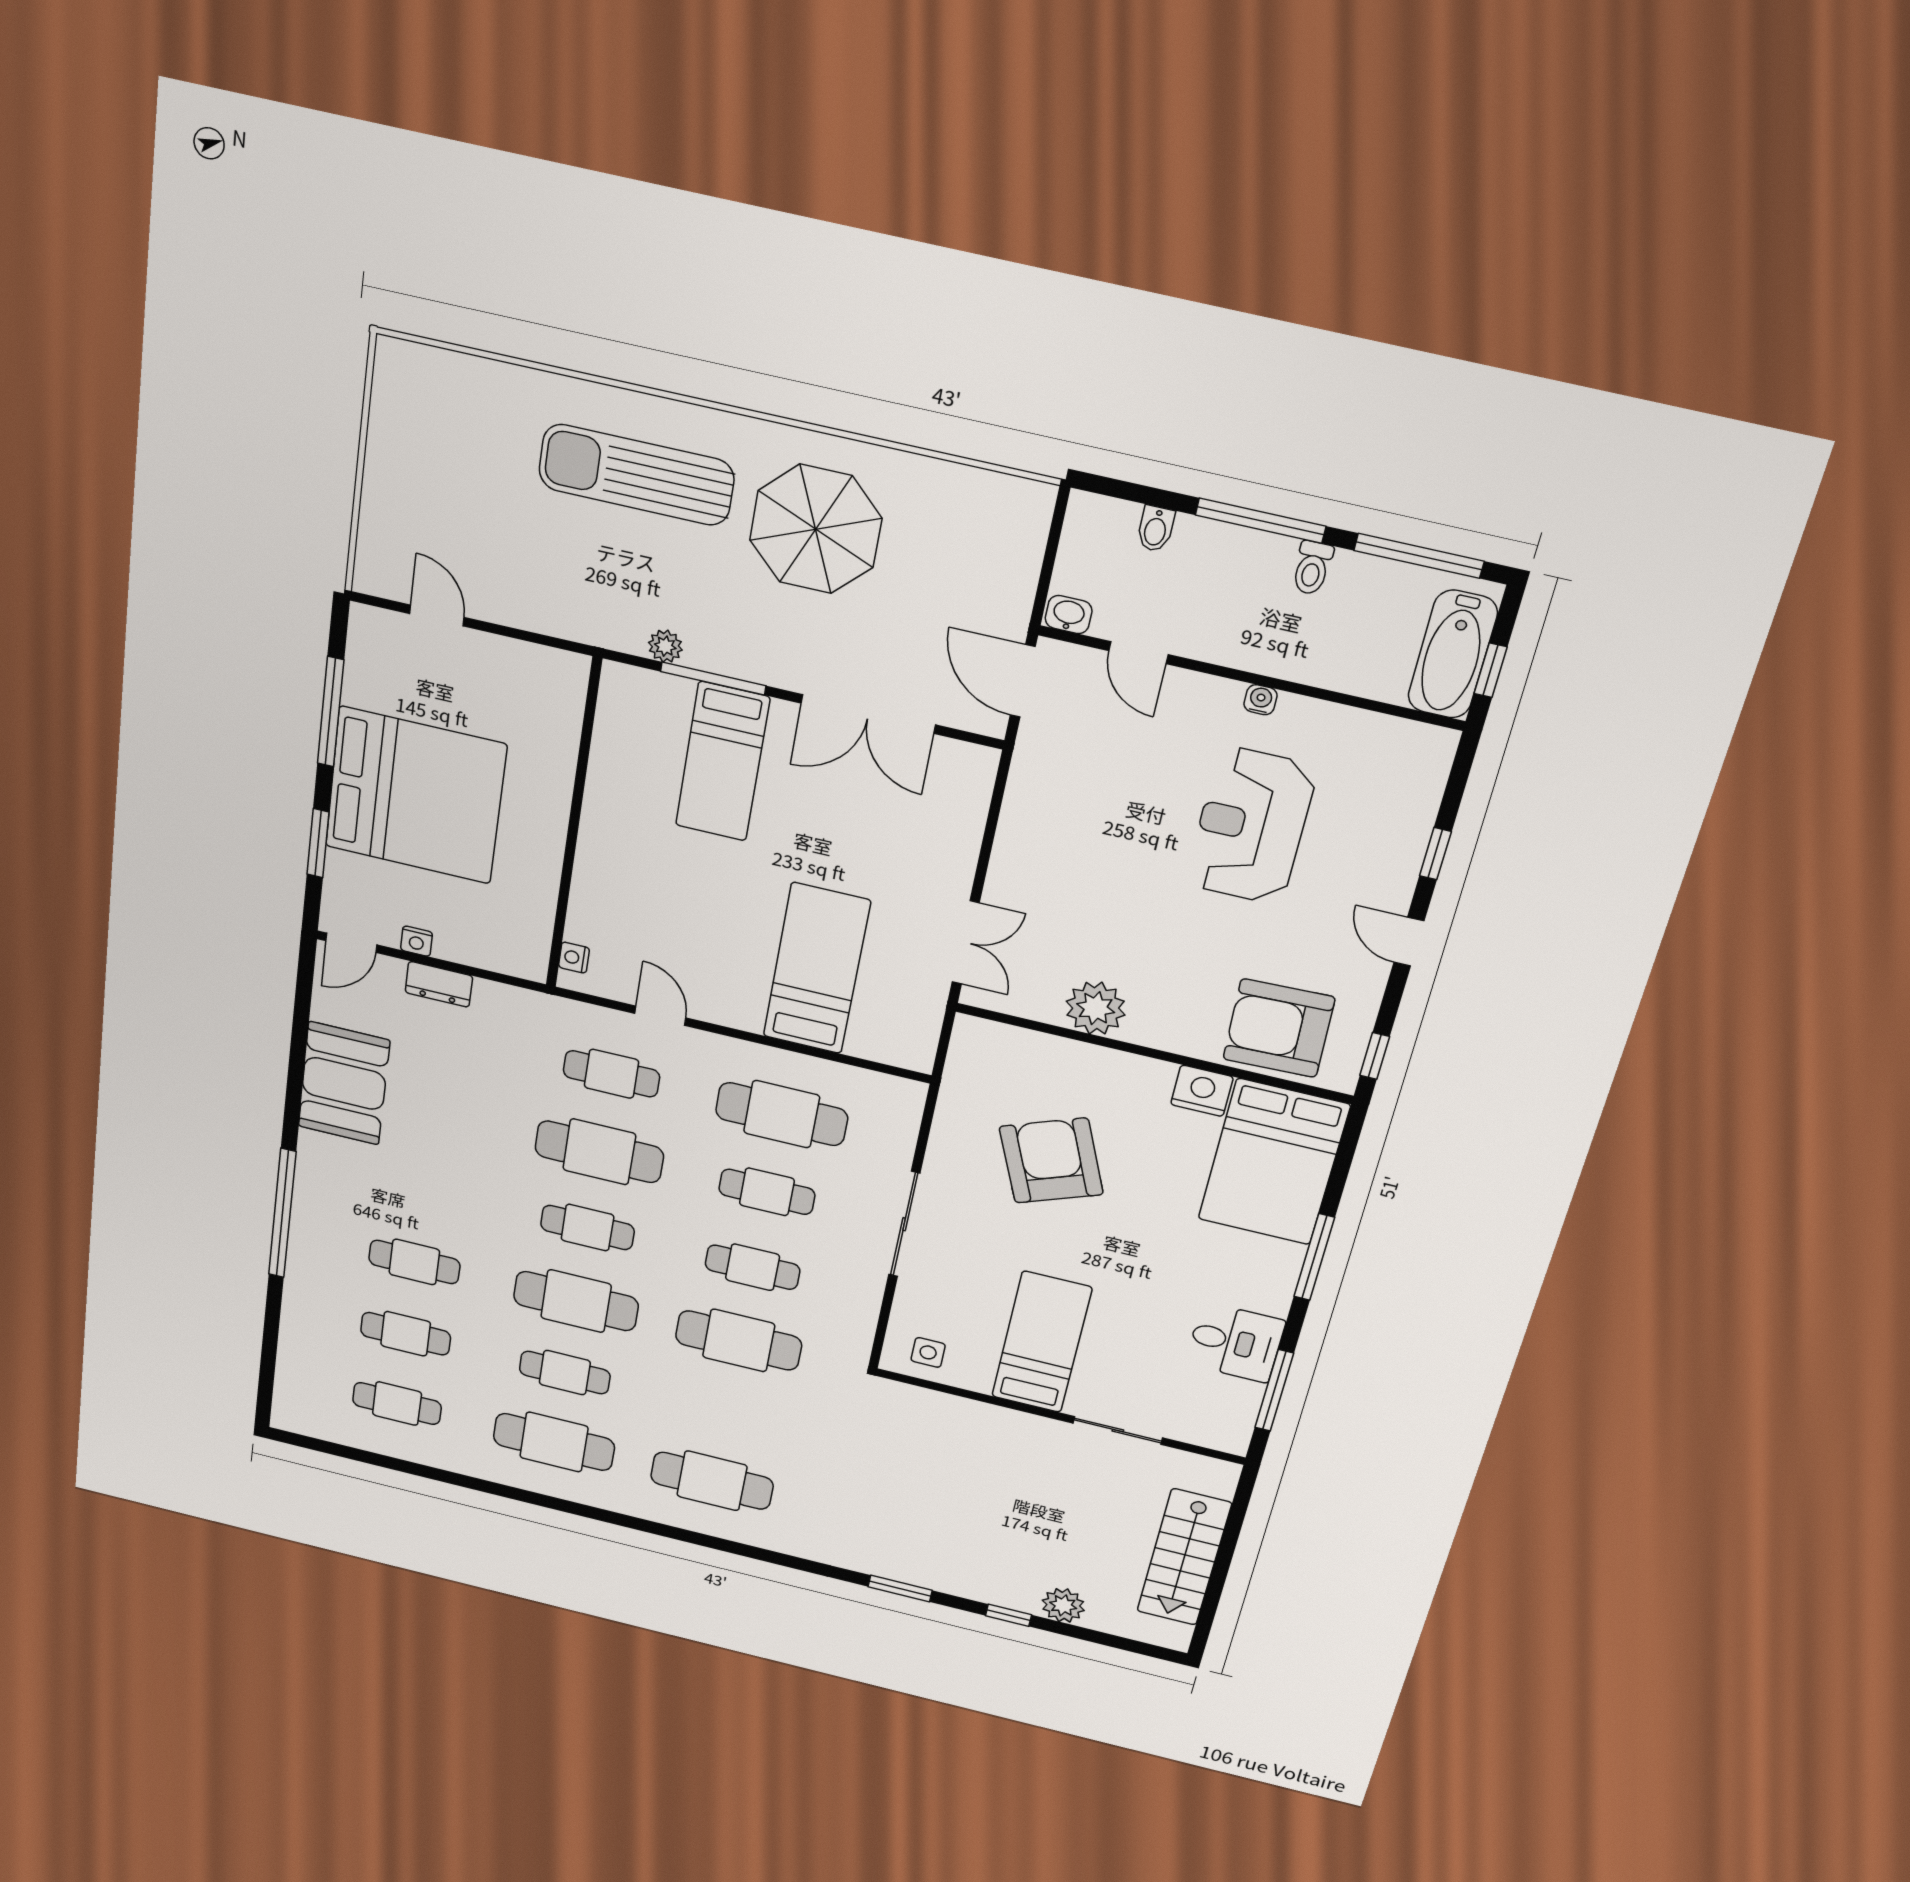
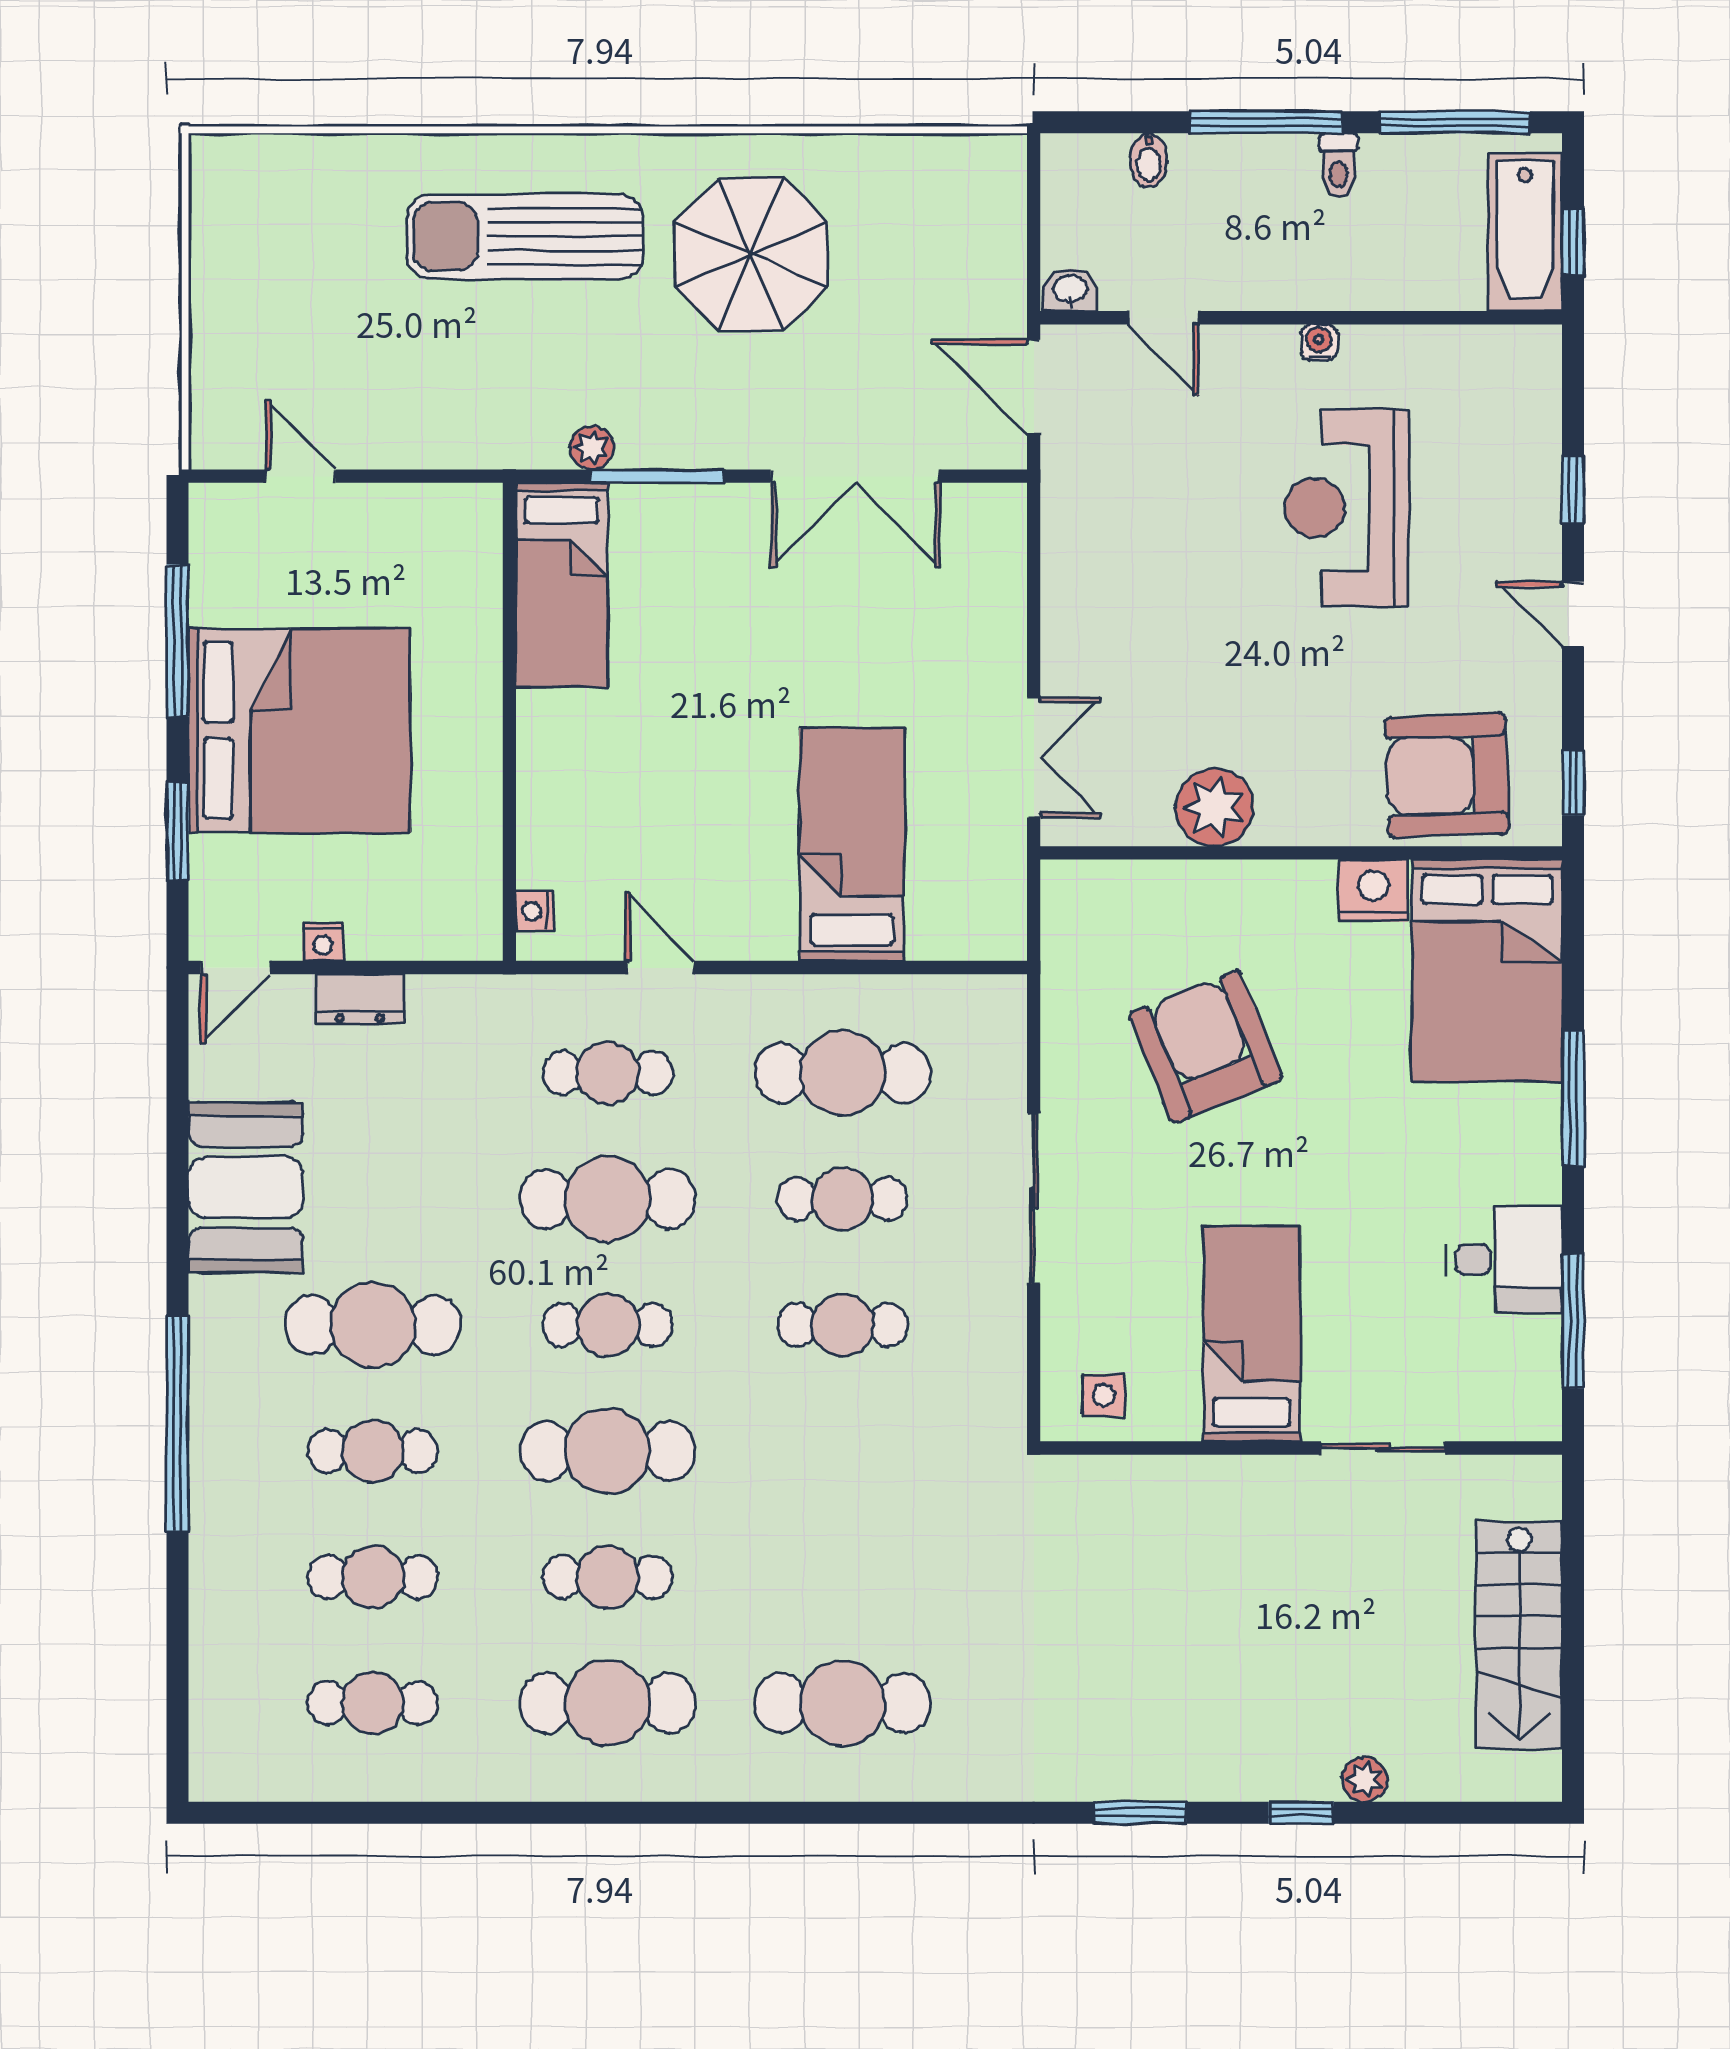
bed: (722, 762) -> (562, 585), moved
cafe table: (739, 1340) -> (373, 1325), moved
plant: (1063, 1605) -> (1365, 1779), width x0.73, depth x0.73

